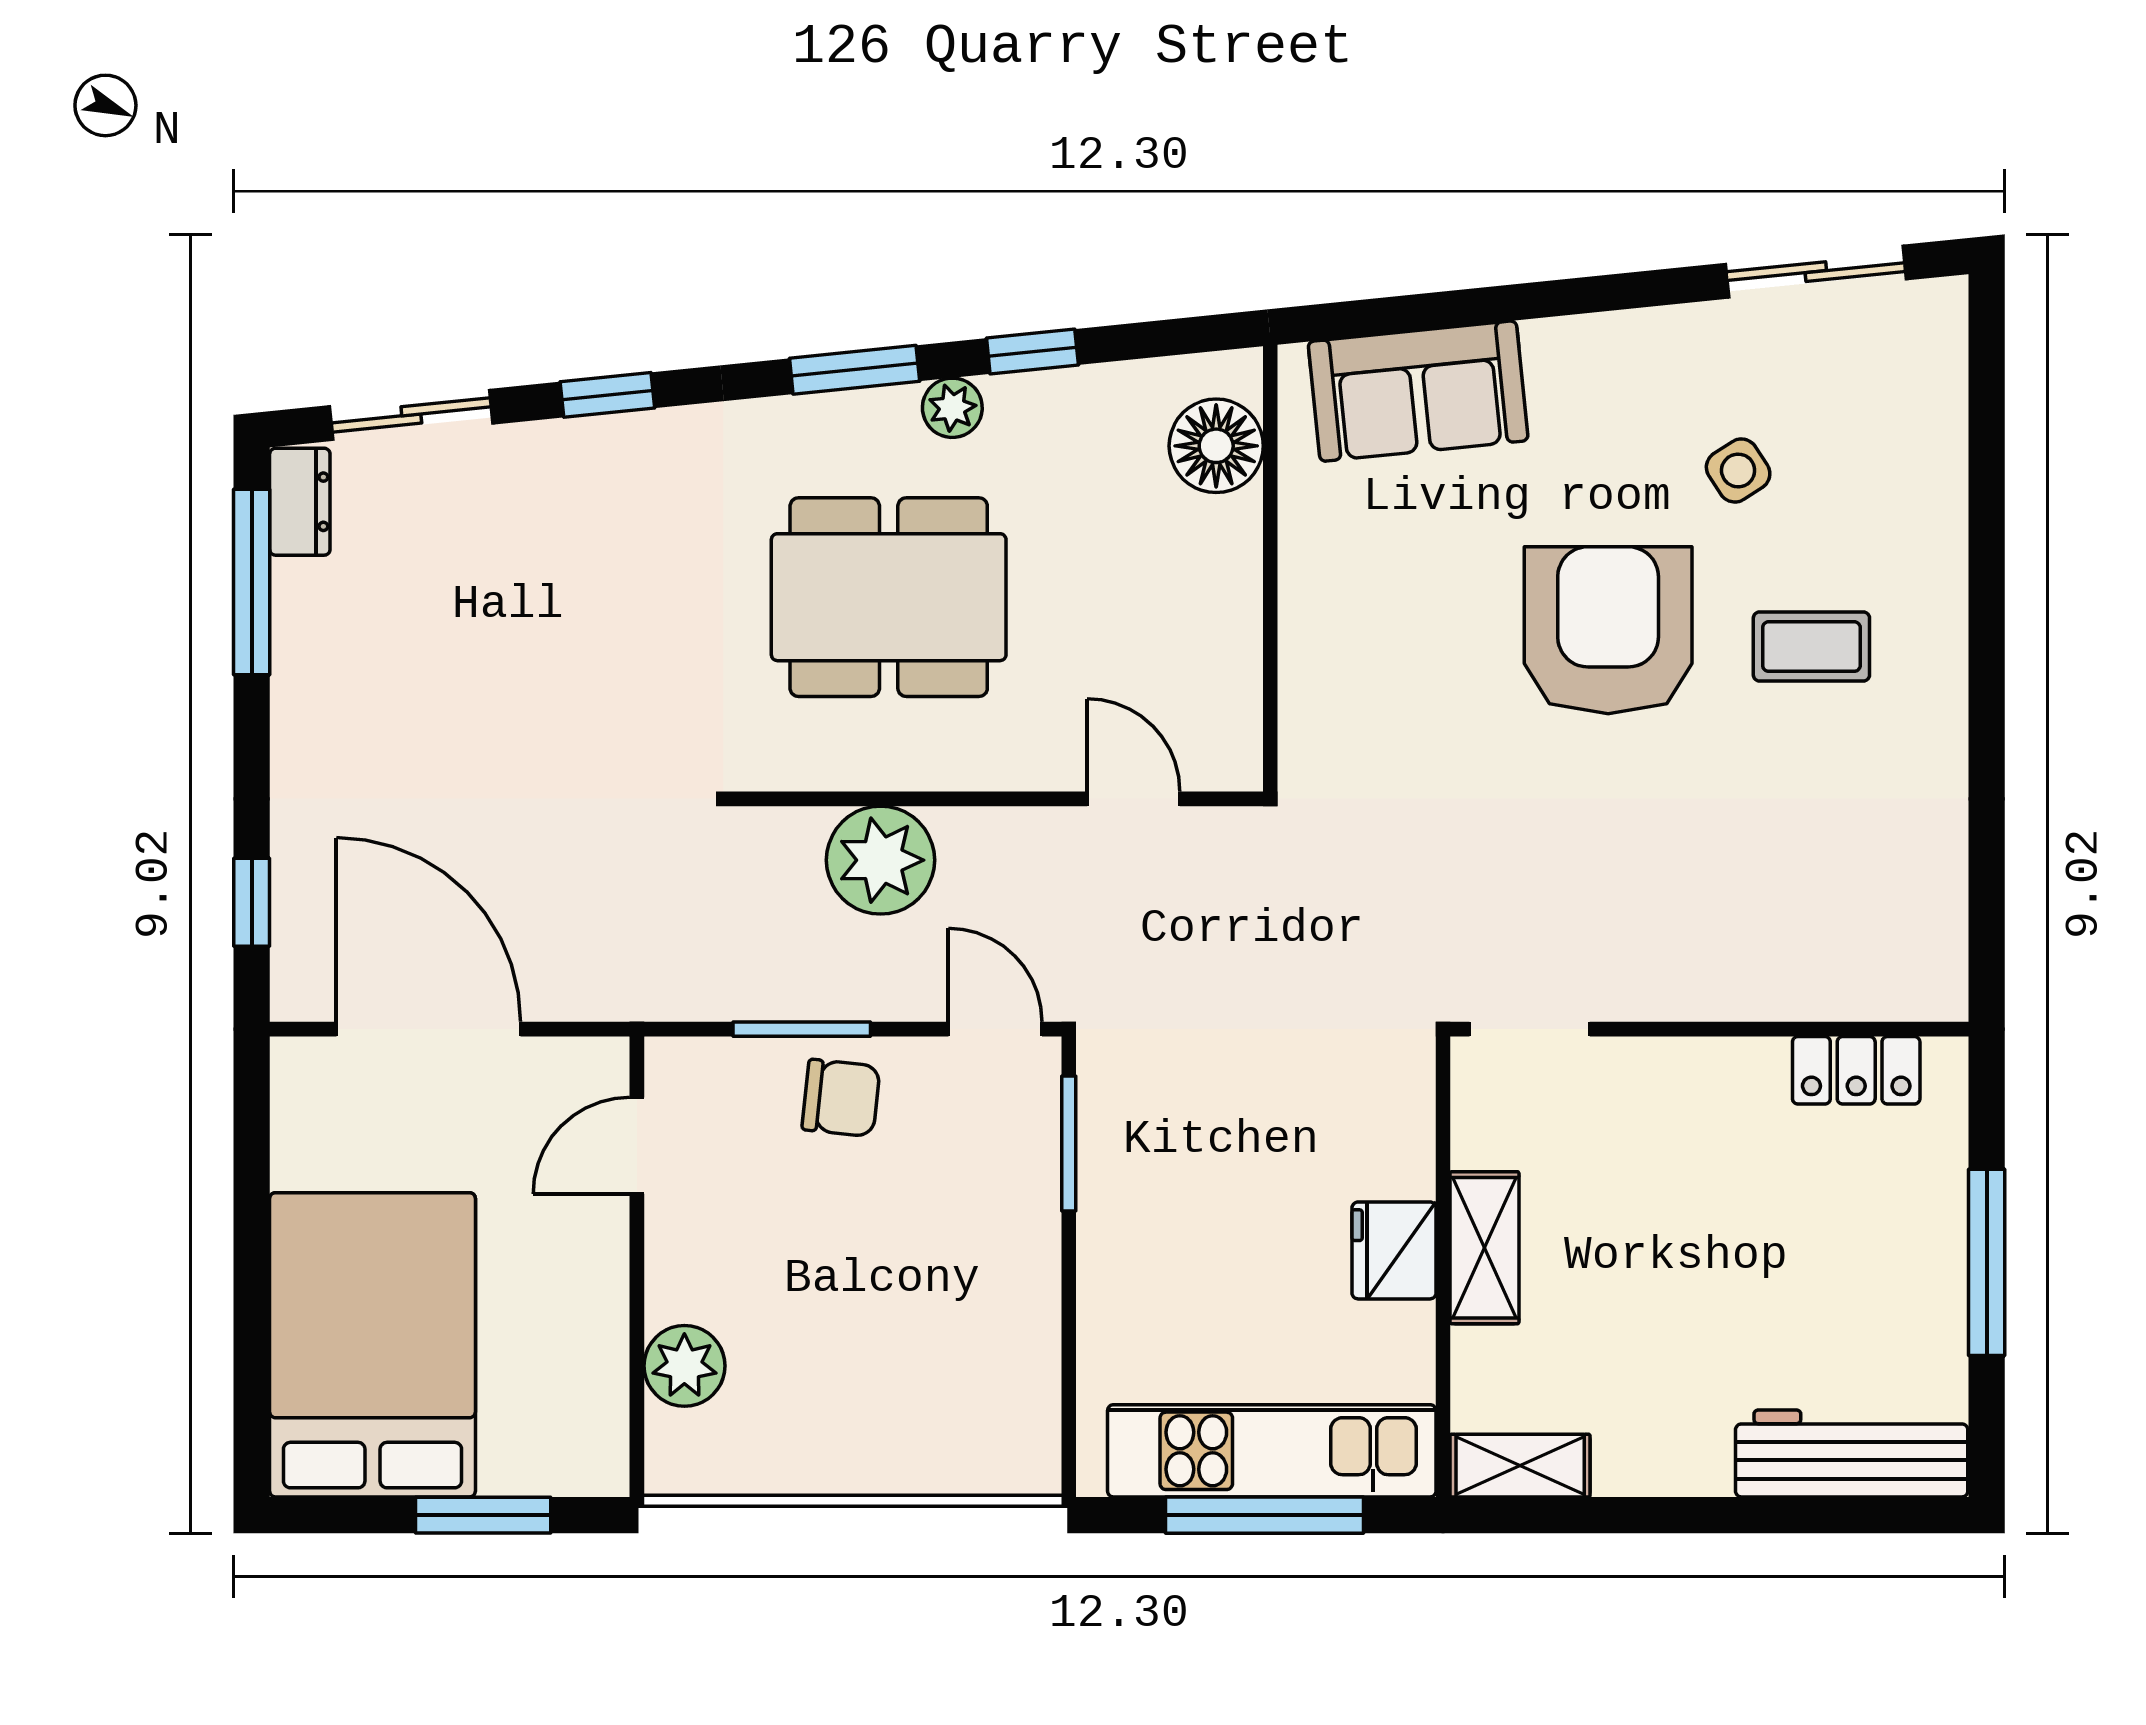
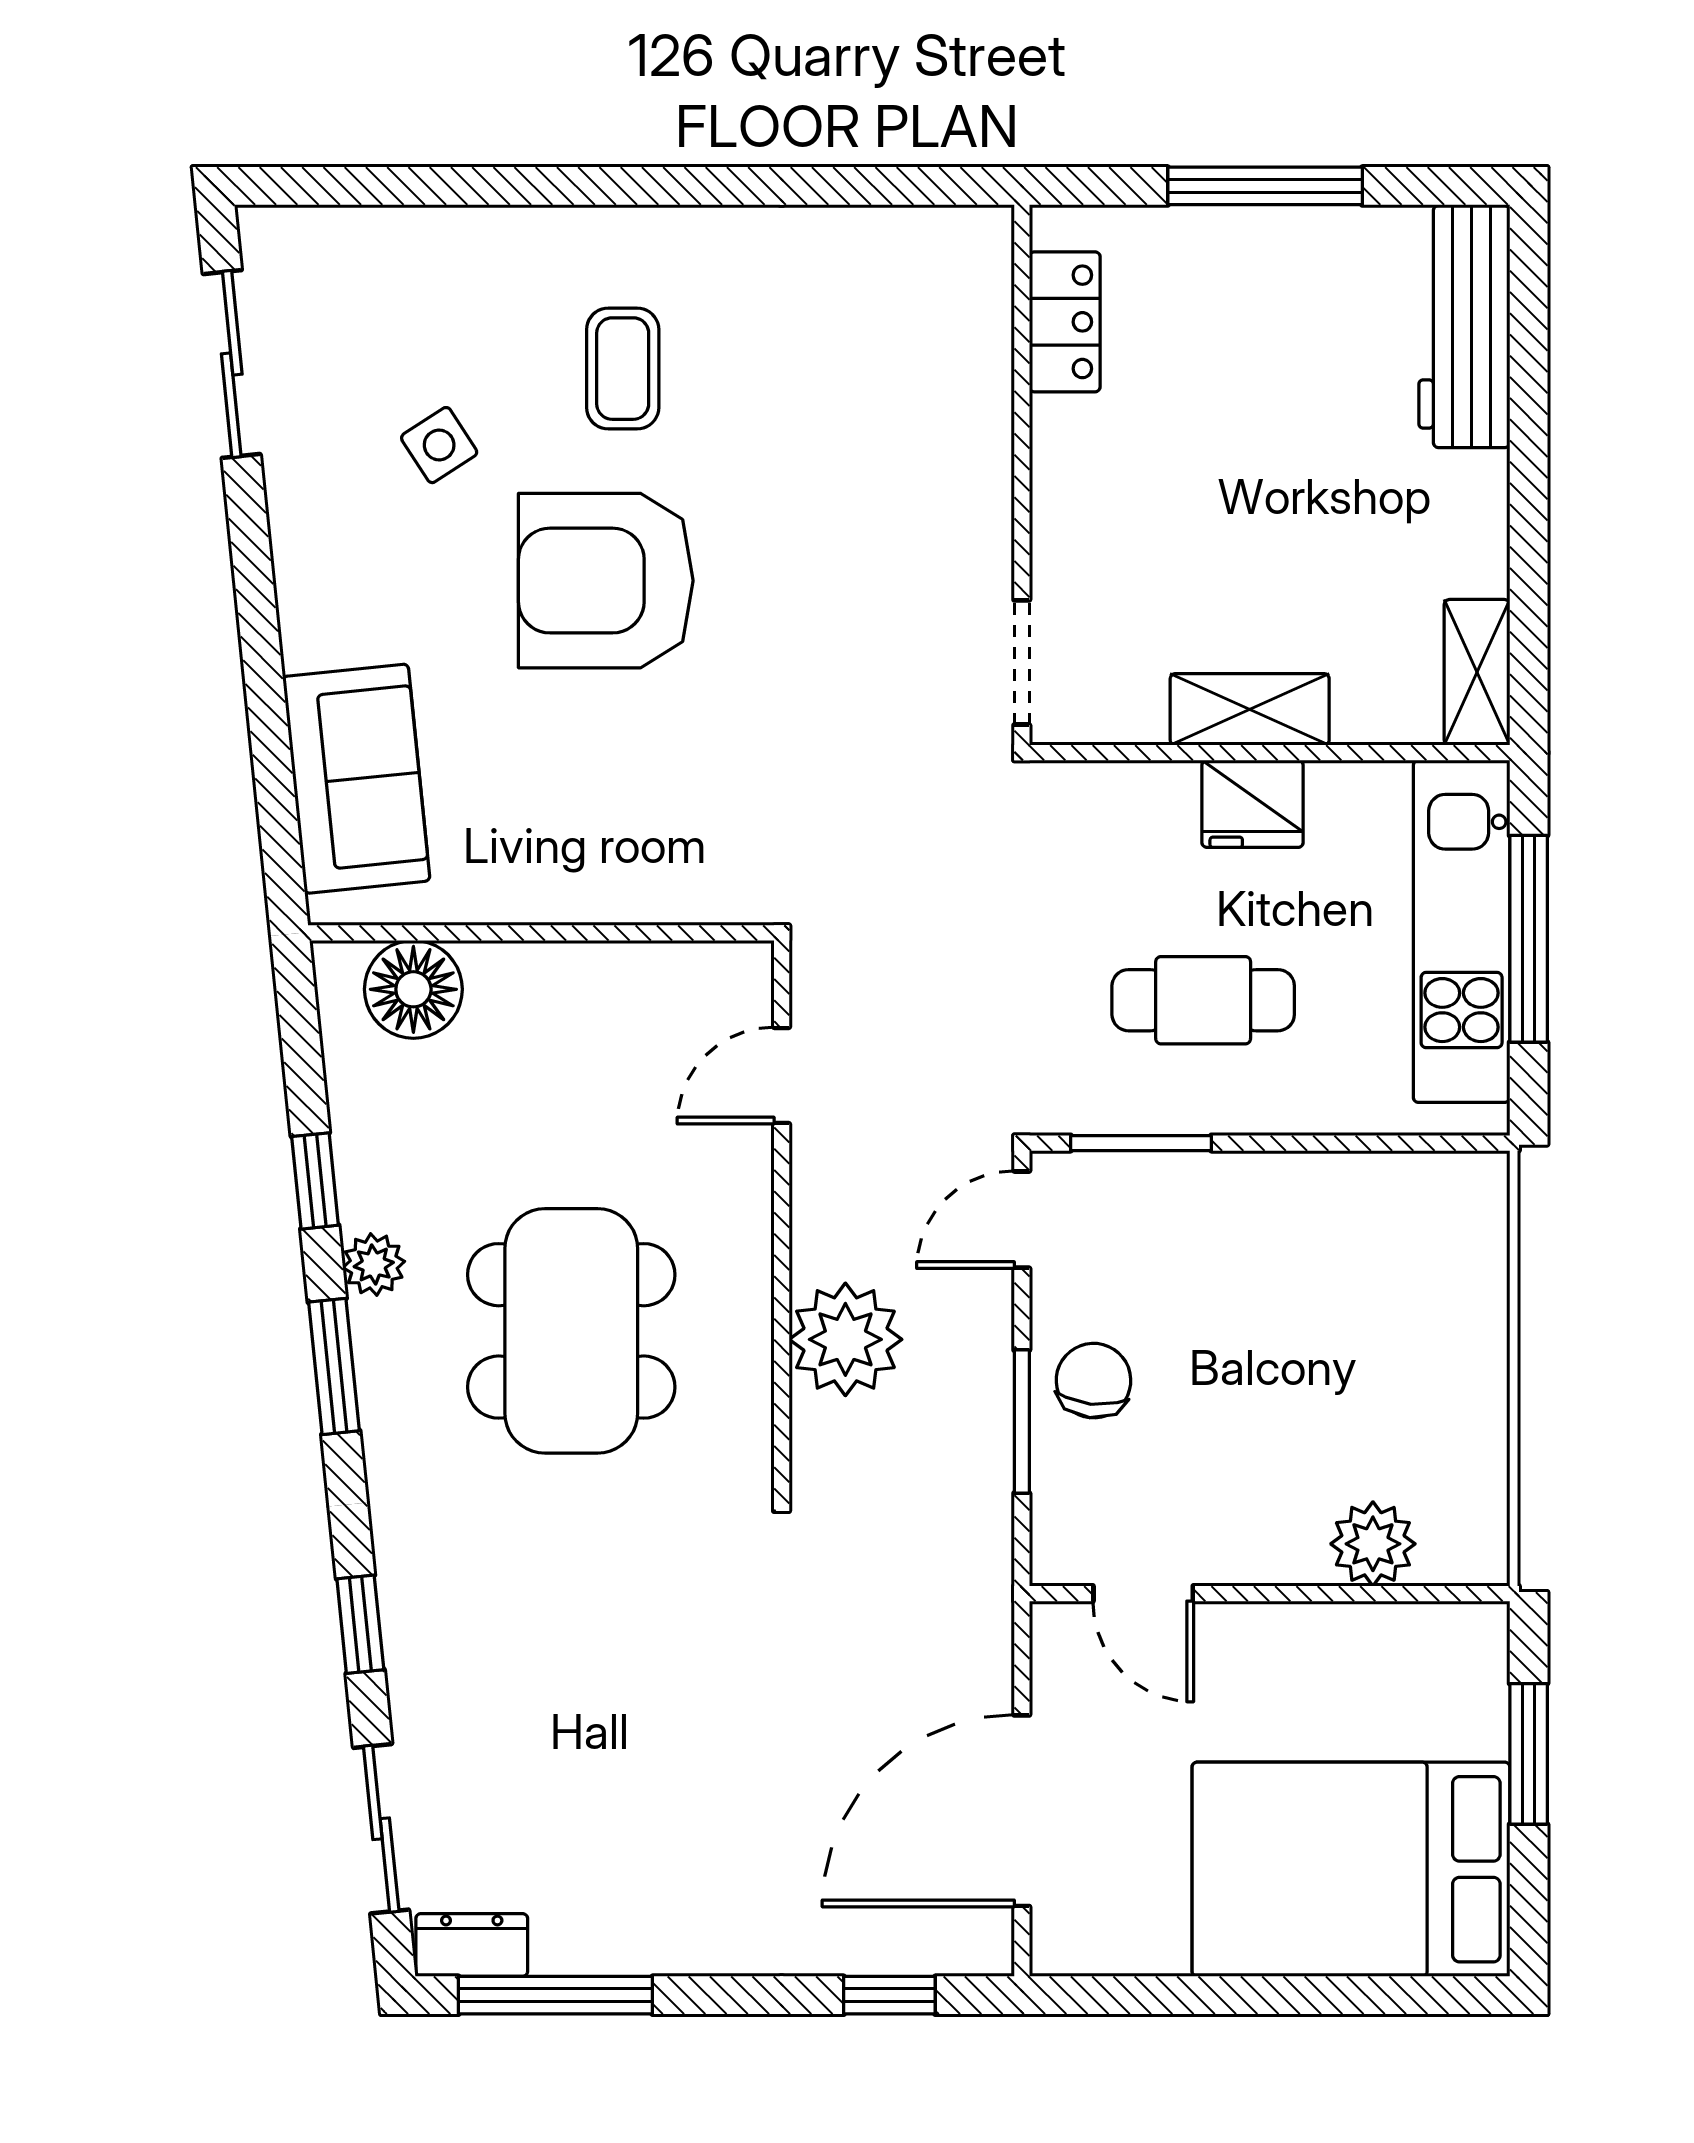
cafe table: (1206, 1203) -> (1203, 1000), added

